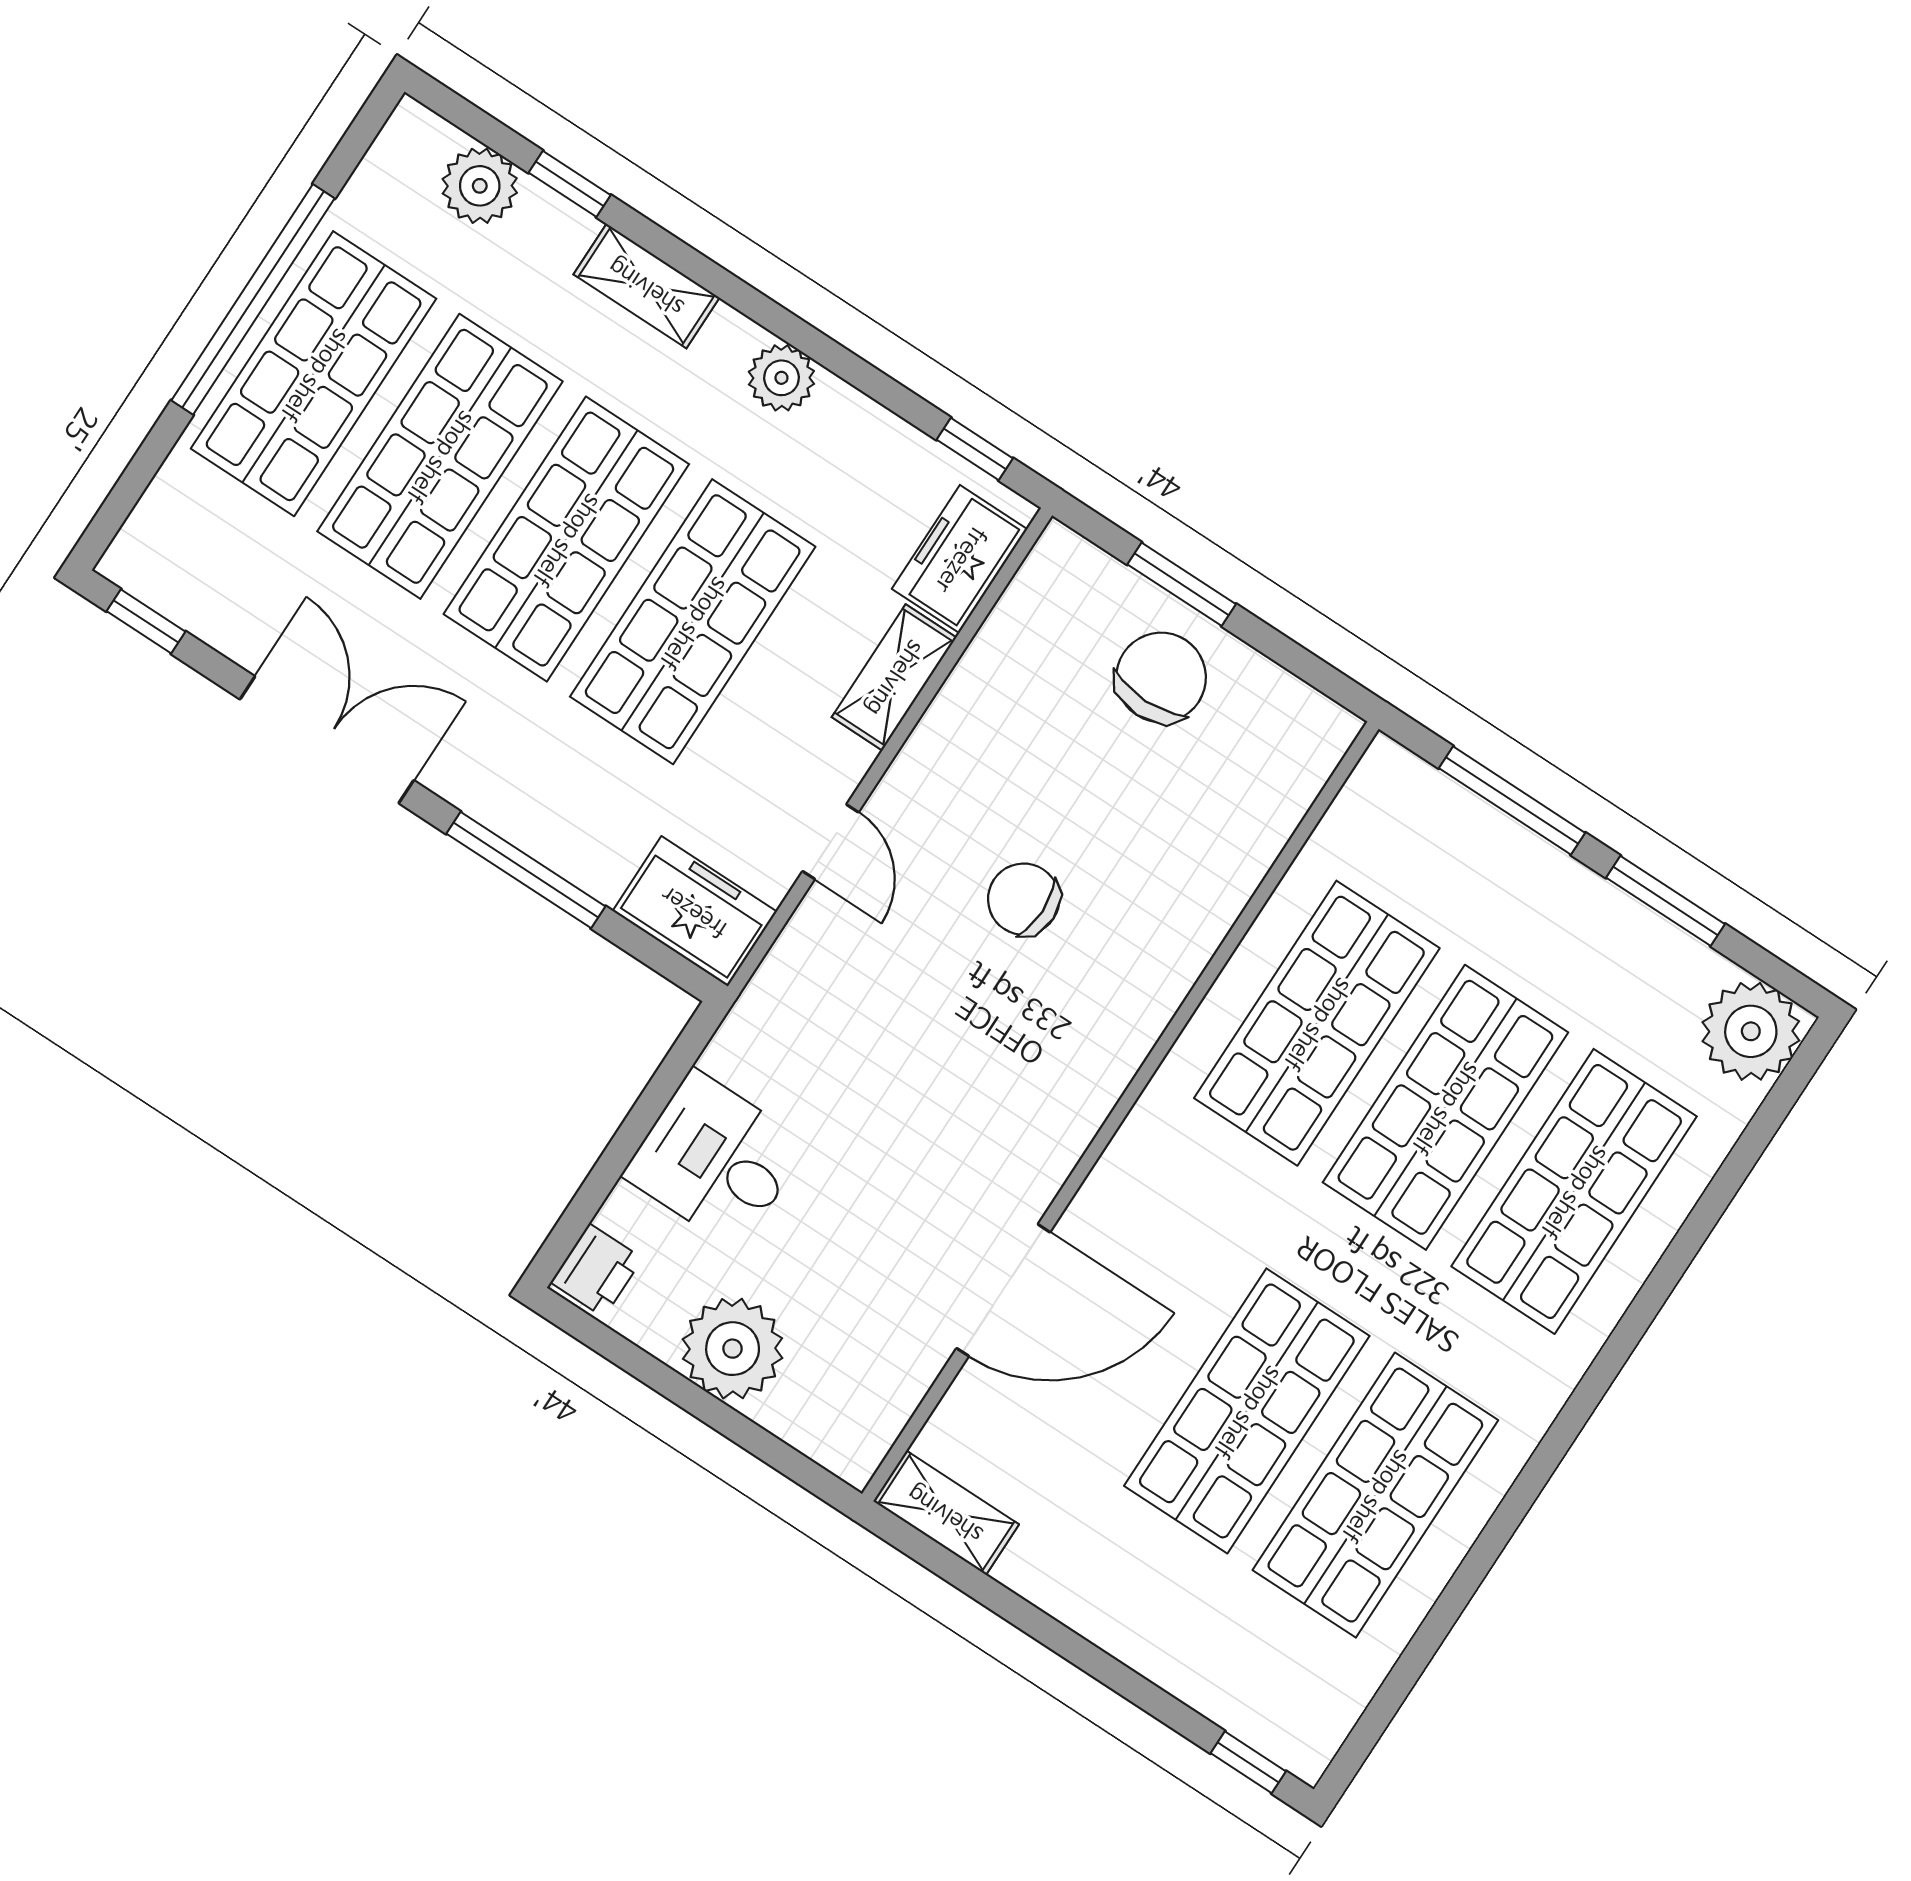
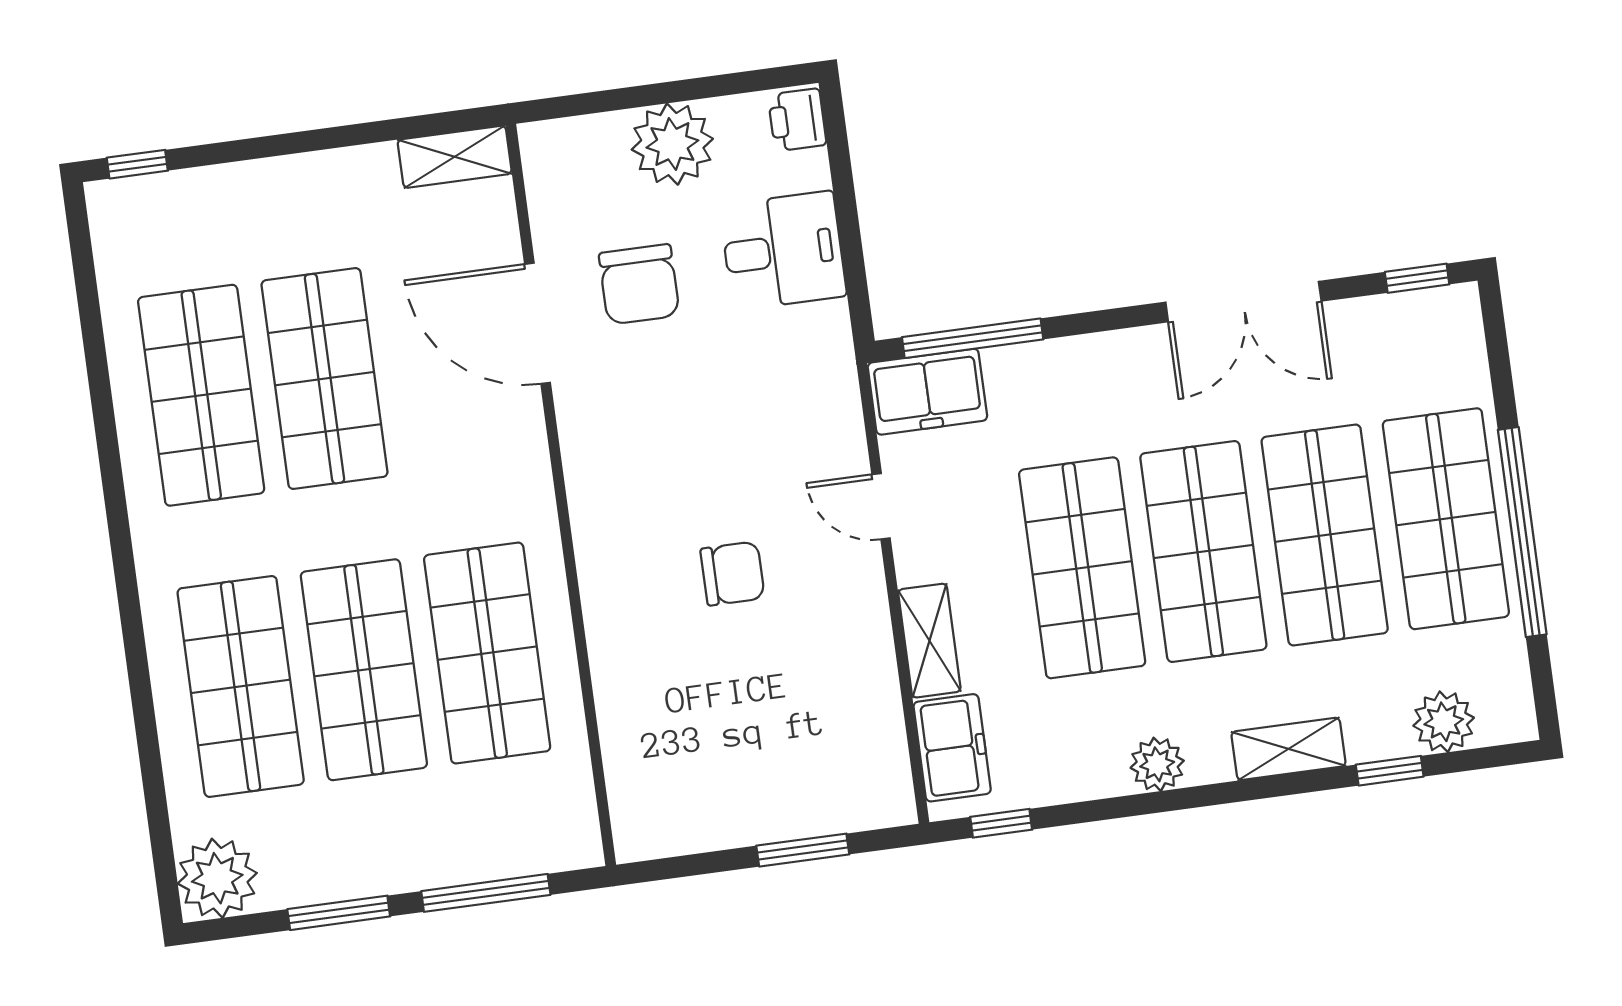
chair: (1161, 677) -> (639, 284), moved
window: (526, 870) -> (973, 338), moved
door: (1003, 1290) -> (538, 323), hinge flipped

